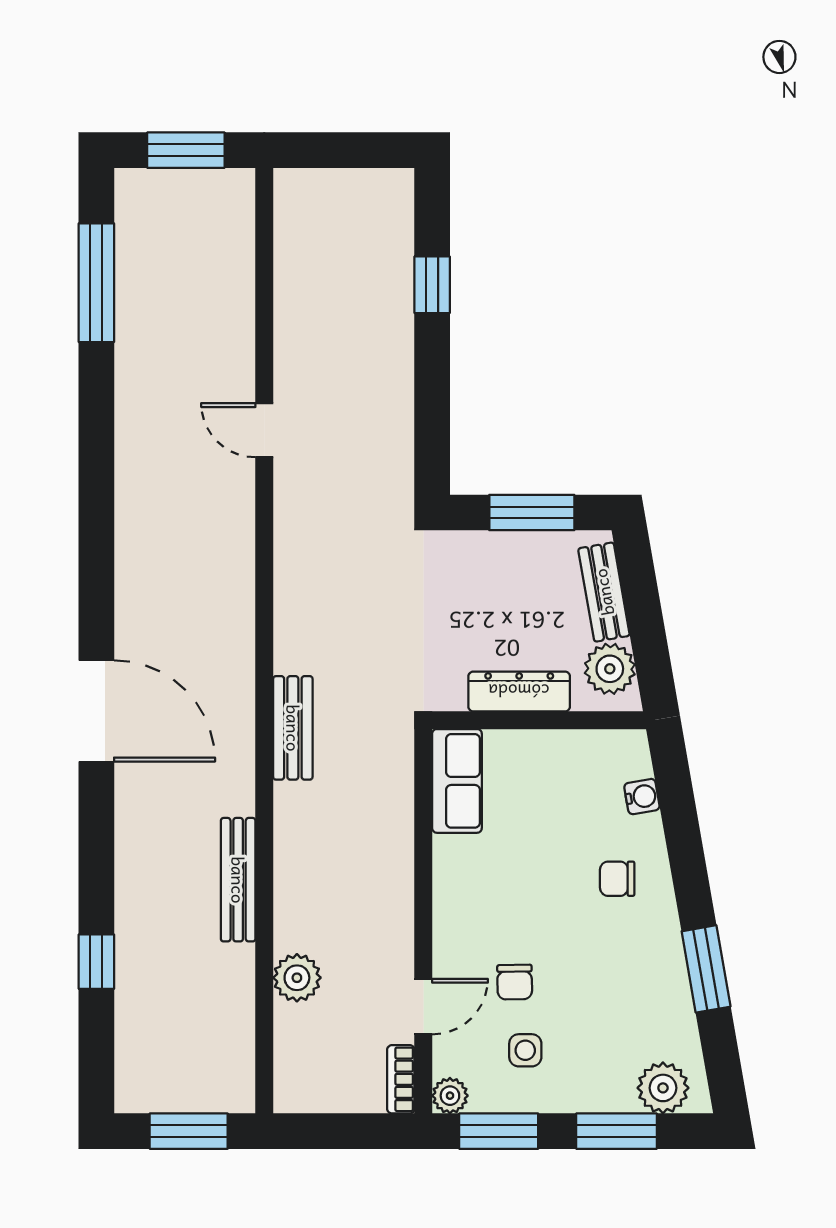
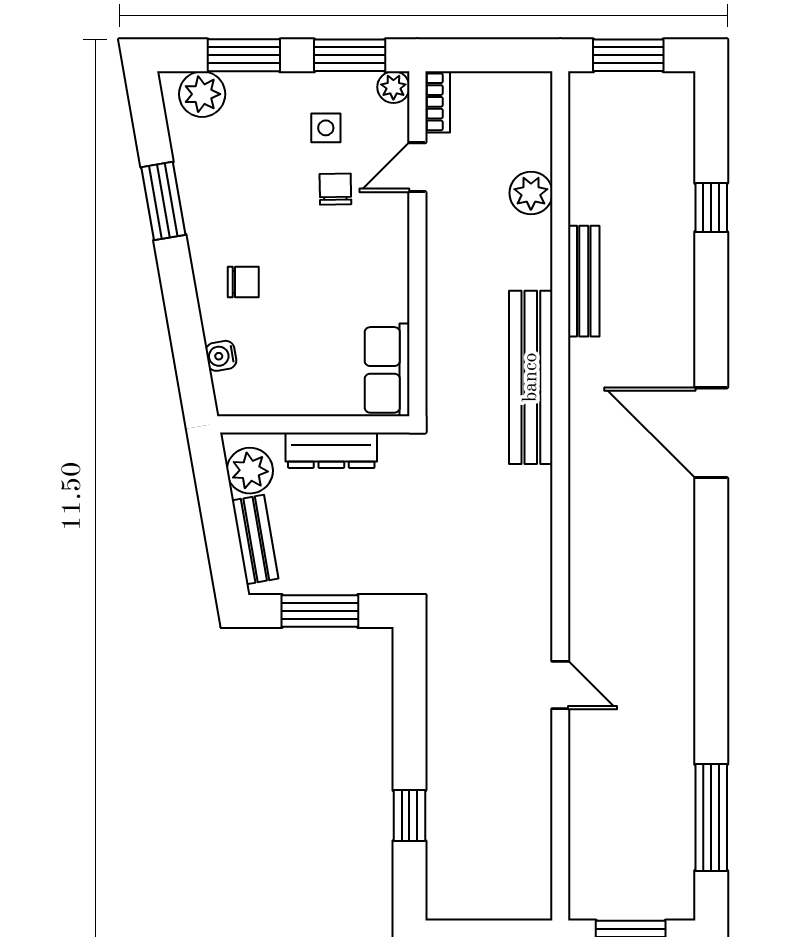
bench: (293, 728) -> (531, 377), width x1.86, depth x1.21

